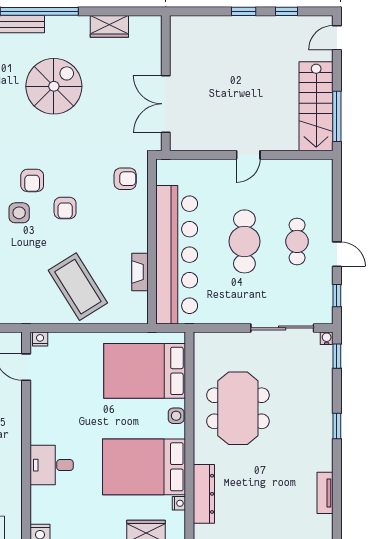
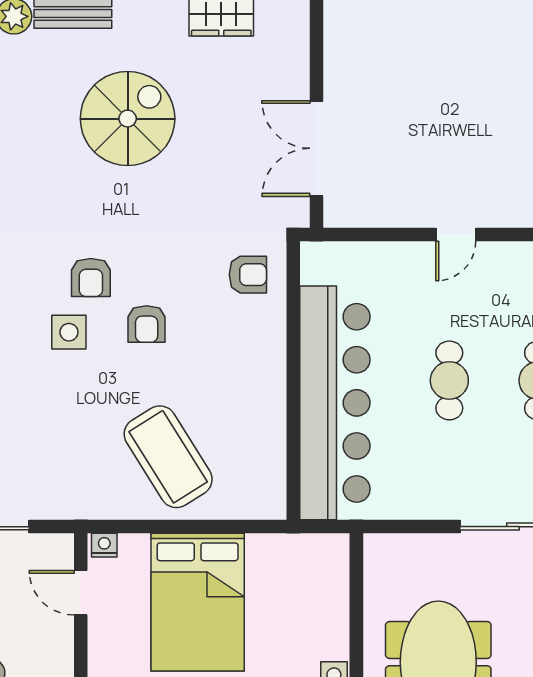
cafe table: (244, 241) -> (449, 380), width x0.73, depth x0.74
fireplace: (140, 272) -> (273, 432), removed
bed: (145, 371) -> (198, 602), moved, turned -90

